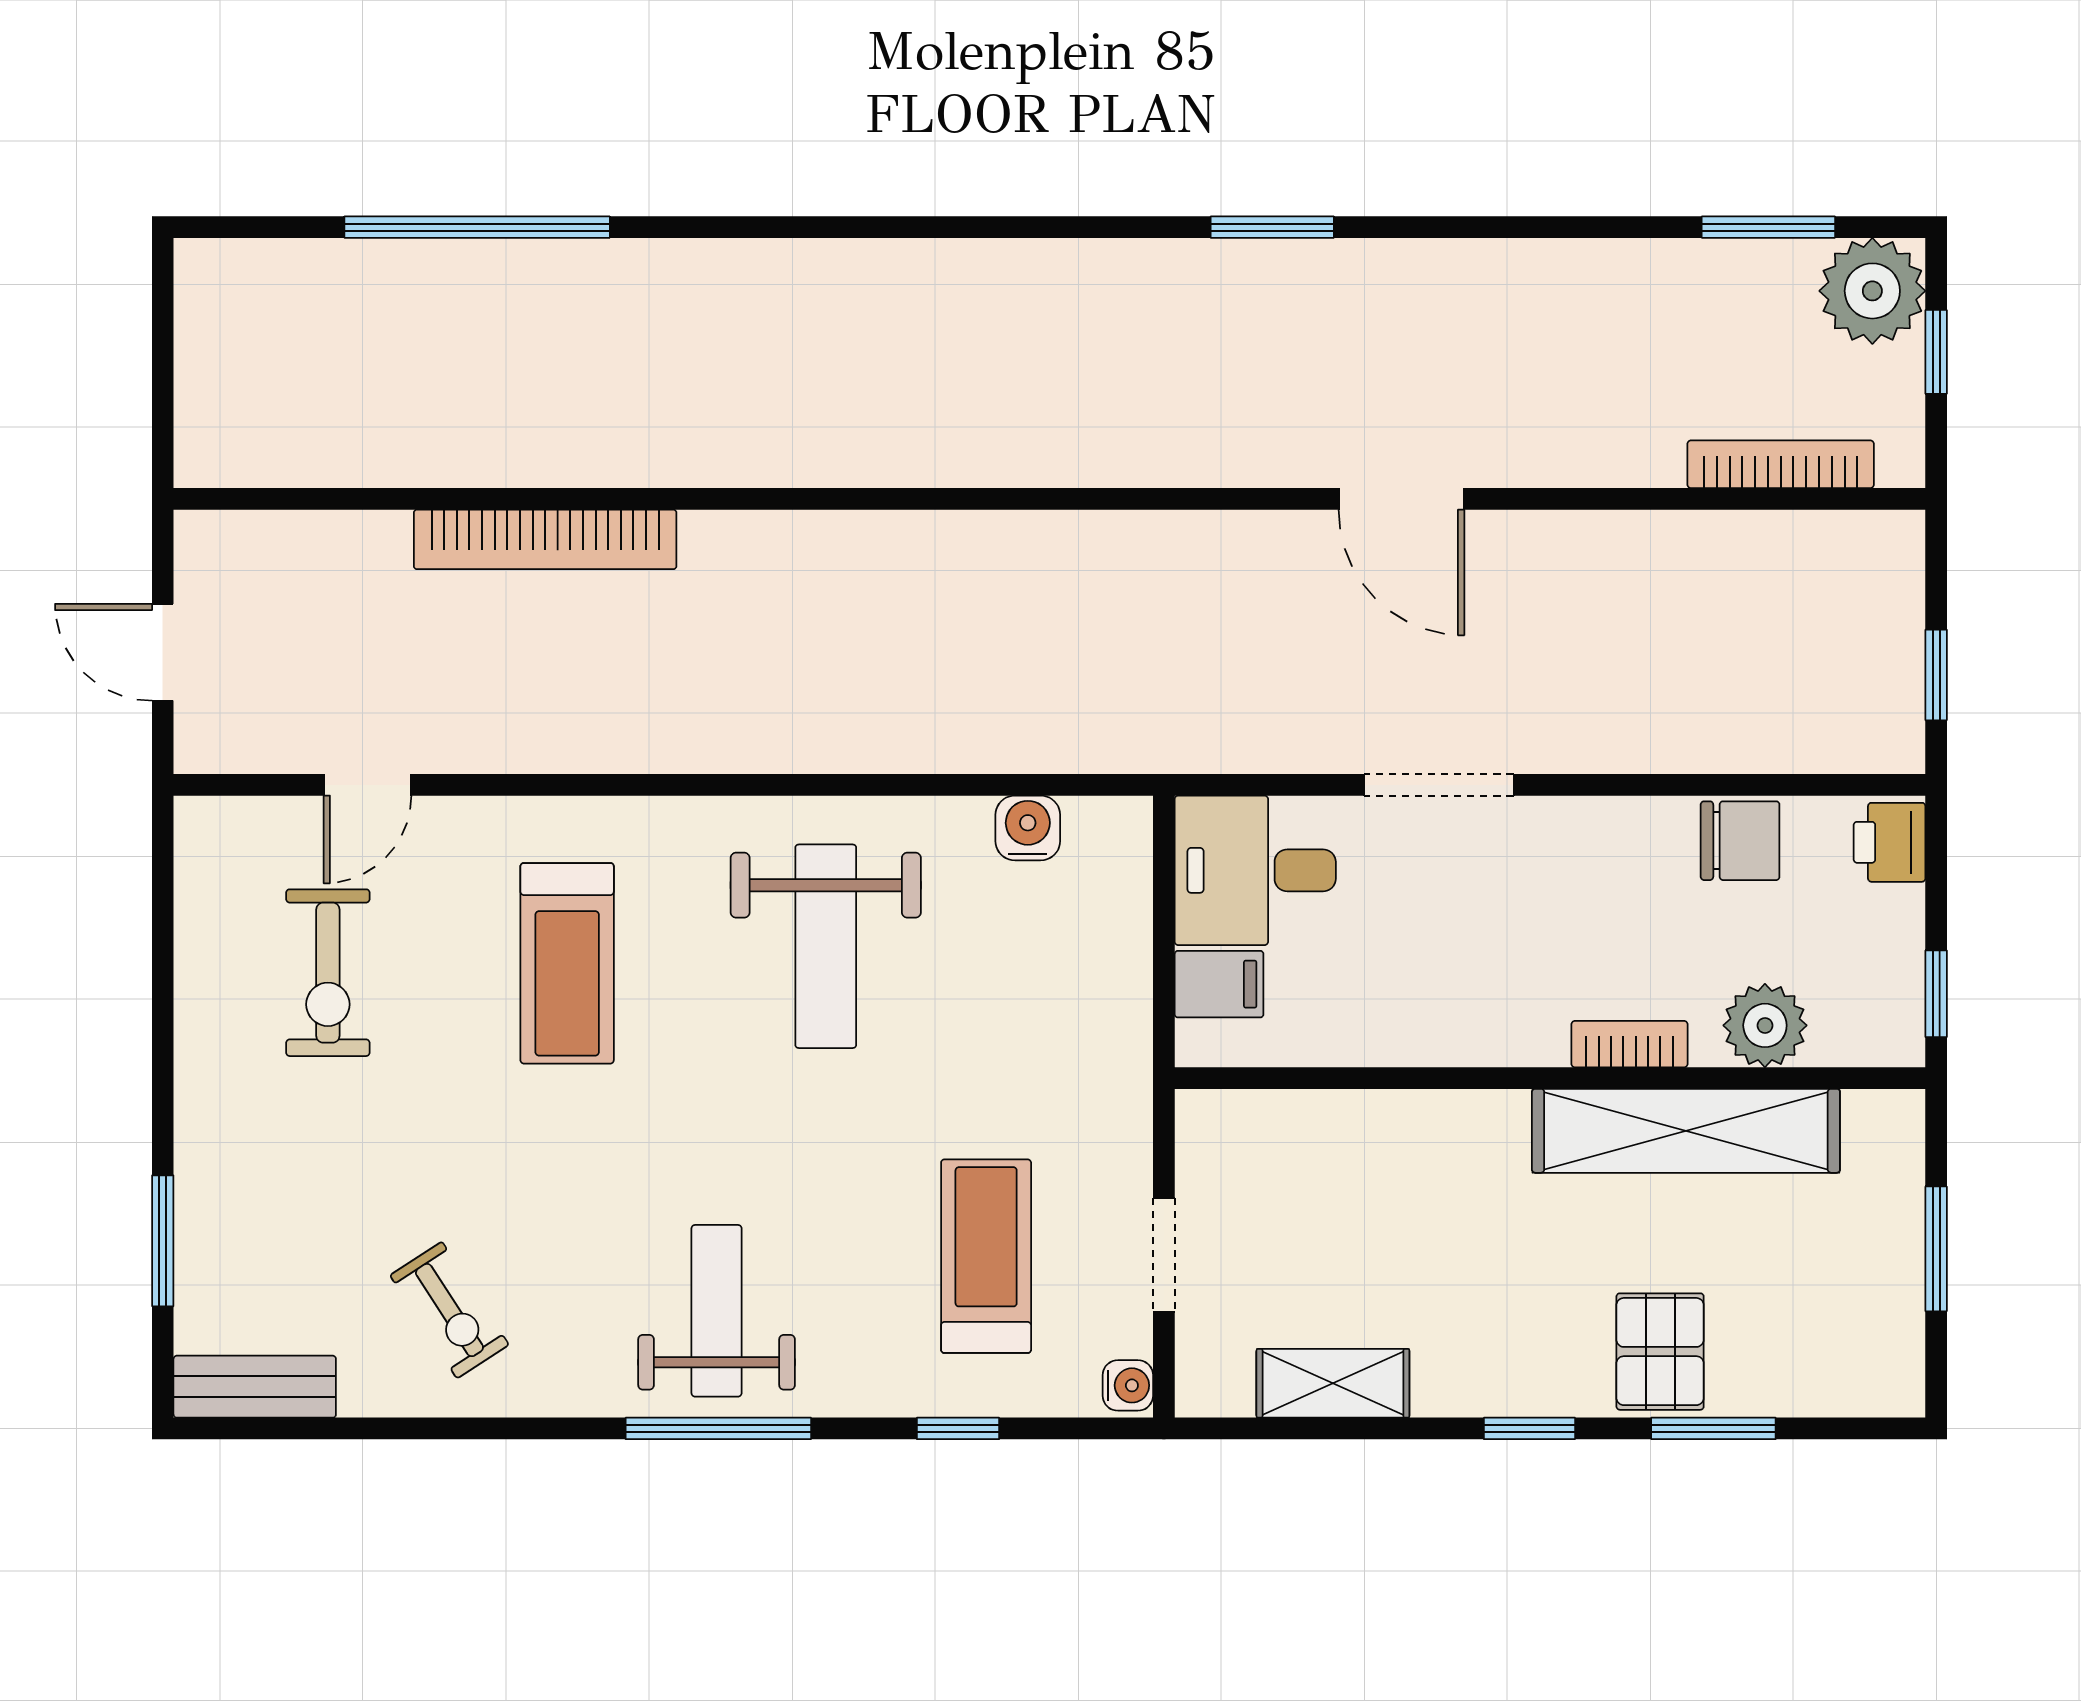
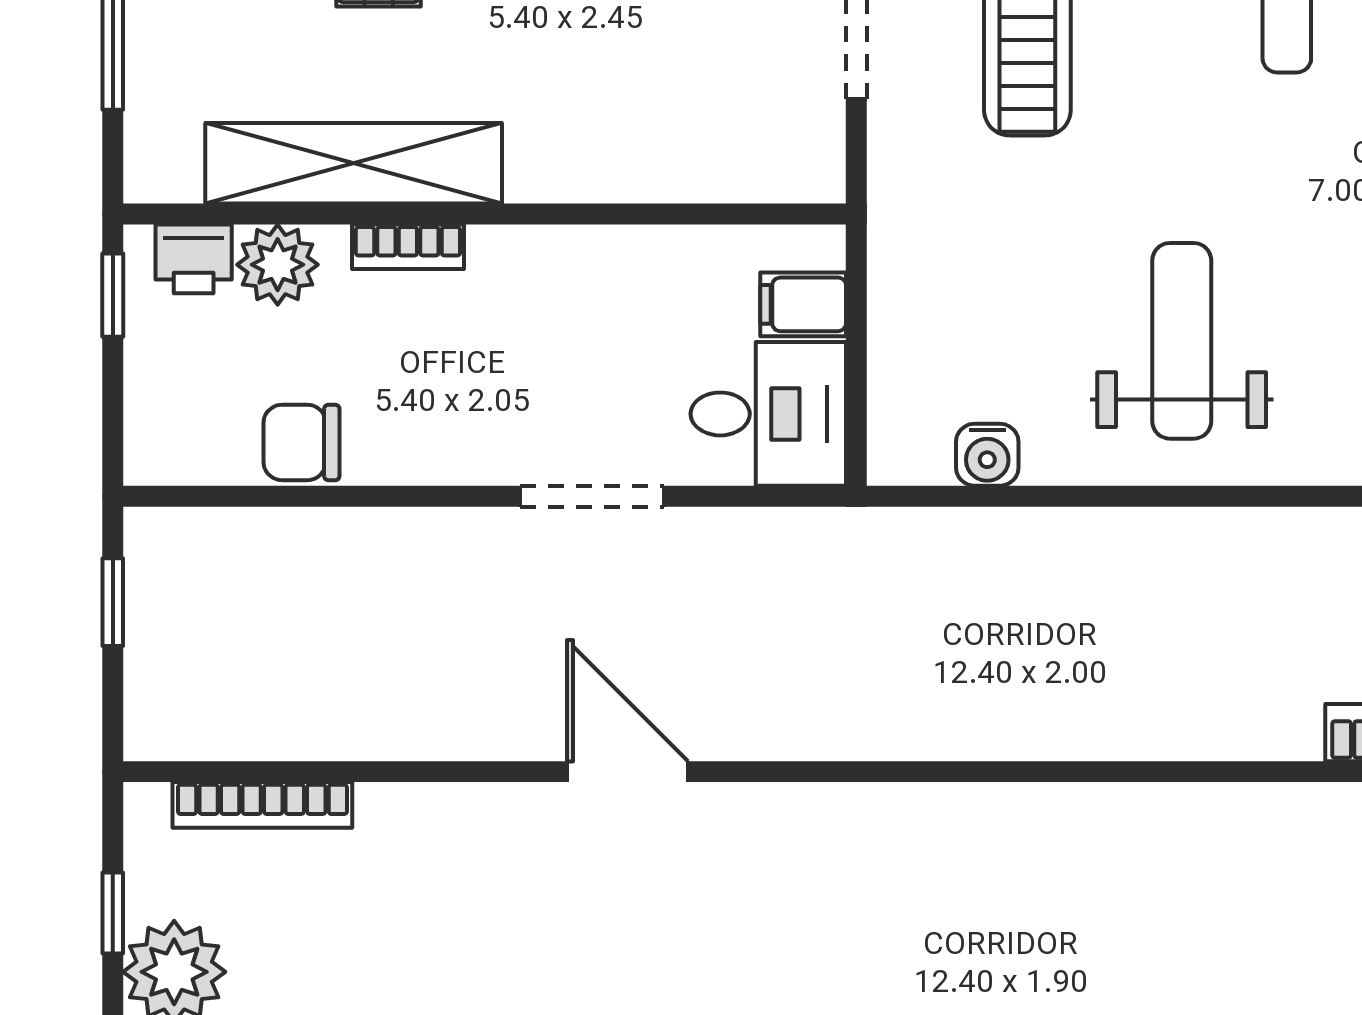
printer: (1890, 842) -> (194, 259), moved, turned 90

